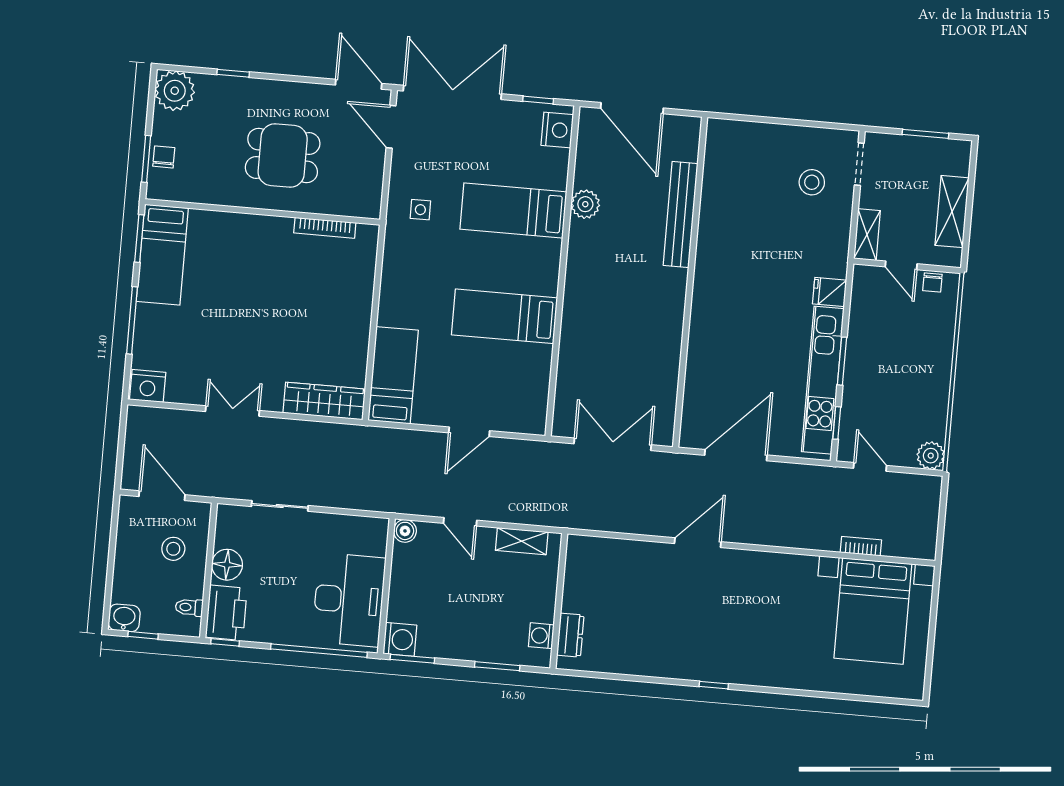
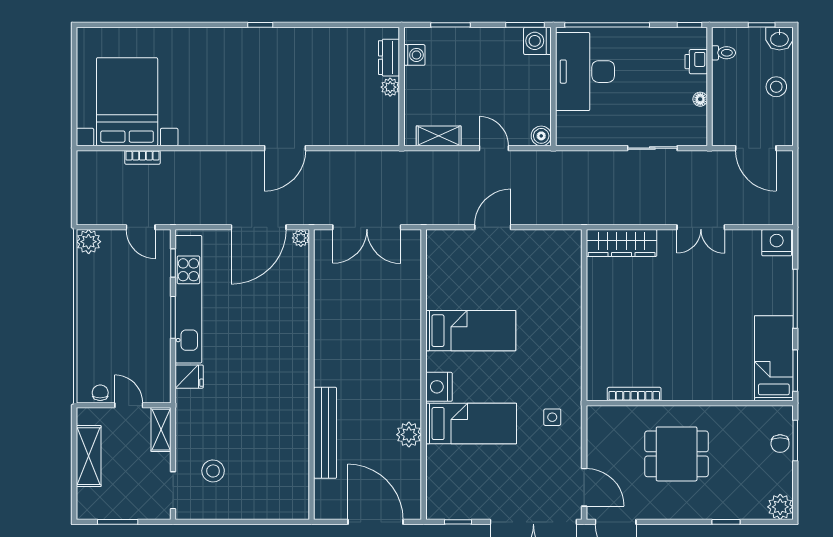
plant: (175, 91) -> (780, 507), width x0.73, depth x0.73
nightstand: (557, 130) -> (439, 387), moved
bed: (393, 375) -> (563, 271), removed
plant: (689, 439) -> (301, 238), added
stool: (173, 549) -> (776, 87), moved
floor lamp: (227, 565) -> (700, 99), width x0.53, depth x0.53
plant: (572, 601) -> (390, 87), added
printer: (226, 613) -> (696, 62), width x0.53, depth x0.68

